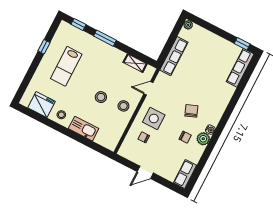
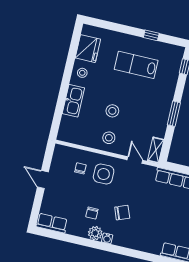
window: (105, 38) -> (174, 114), moved
shelving: (135, 63) -> (156, 150), moved

